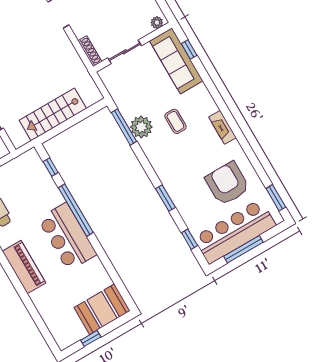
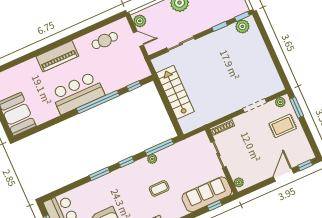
plant: (141, 127) -> (152, 159), width x0.53, depth x0.53
window: (190, 239) -> (126, 162), moved

